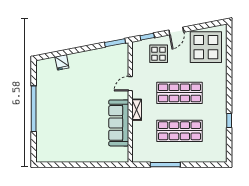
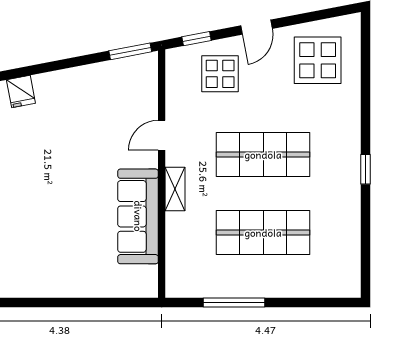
display table: (206, 47) -> (318, 60), width x0.73, depth x0.73
window: (229, 120) -> (366, 169), moved

